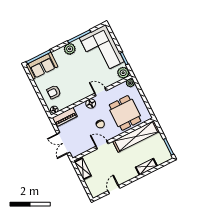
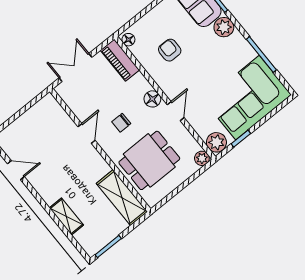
plant: (70, 49) -> (224, 27), moved
armchair: (54, 92) -> (170, 50), moved
shelving: (136, 136) -> (122, 198), width x0.68
shelving: (83, 169) -> (39, 110), removed

